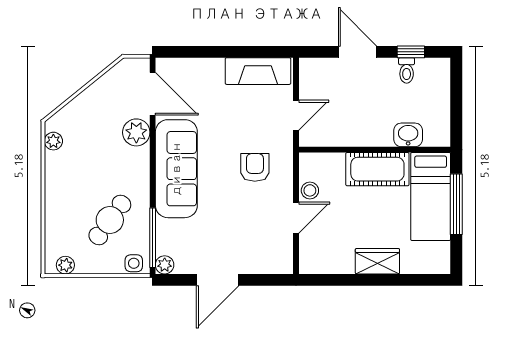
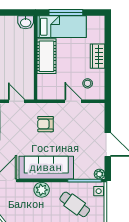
plant: (136, 132) -> (42, 190), moved
washbasin: (408, 135) -> (26, 22), moved, turned -90
stool: (310, 190) -> (88, 83), moved

